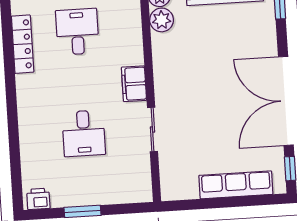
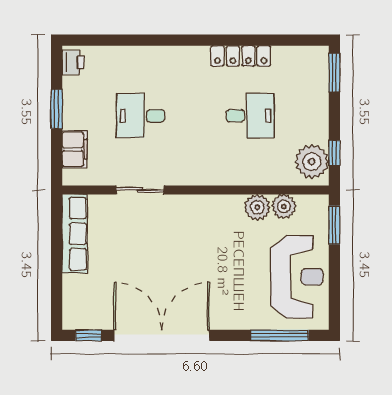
filing cabinet: (134, 84) -> (74, 149), moved, turned 90
row of seats: (236, 185) -> (75, 234), moved

